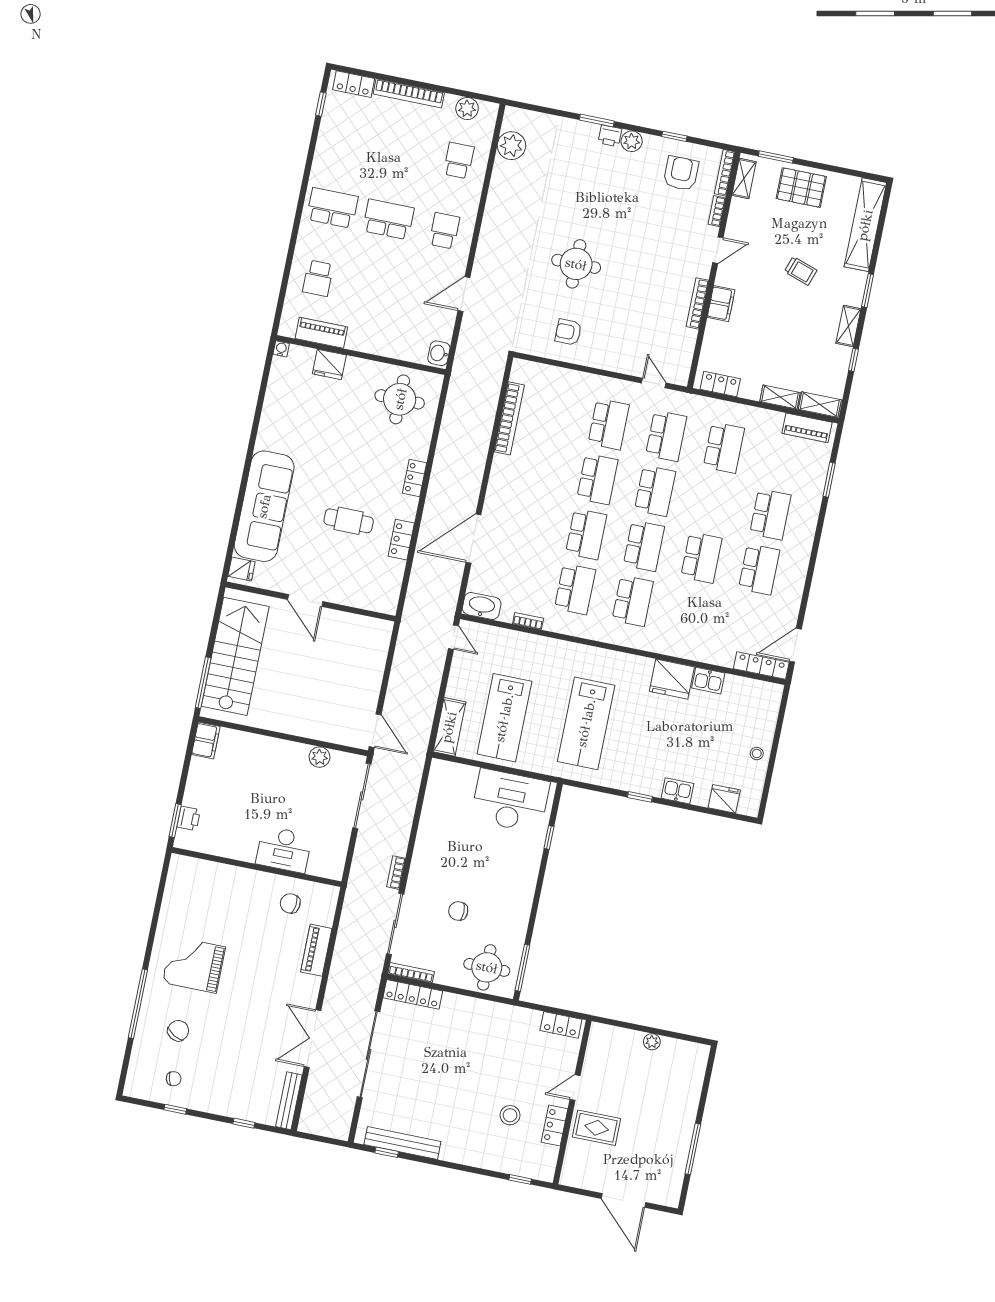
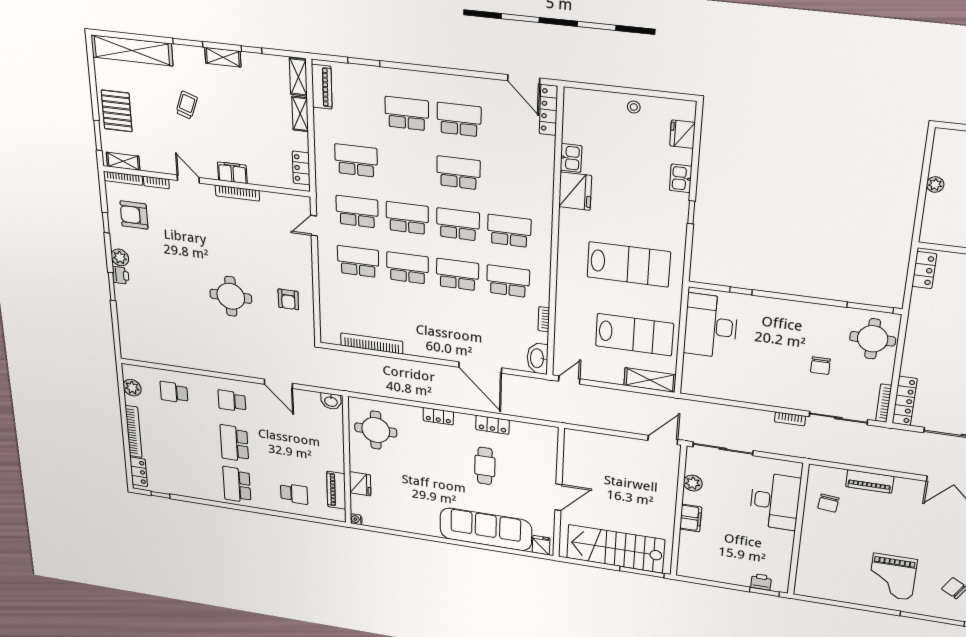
plant: (511, 146) -> (151, 352), removed
filing cabinet: (206, 741) -> (691, 518), moved, turned 90
desk: (284, 849) -> (775, 501), width x1.36, depth x1.30

